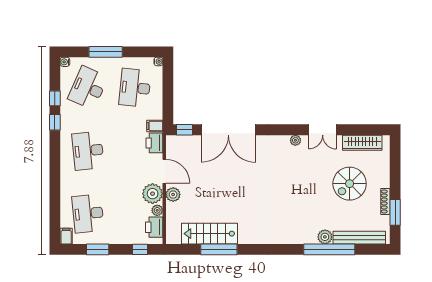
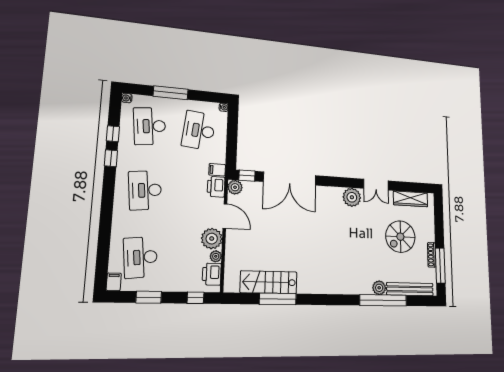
desk: (88, 88) -> (150, 126), turned -30
plant: (295, 140) -> (352, 197), width x1.88, depth x1.88
plant: (173, 195) -> (235, 187), moved
window: (395, 212) -> (440, 266), width x1.44

